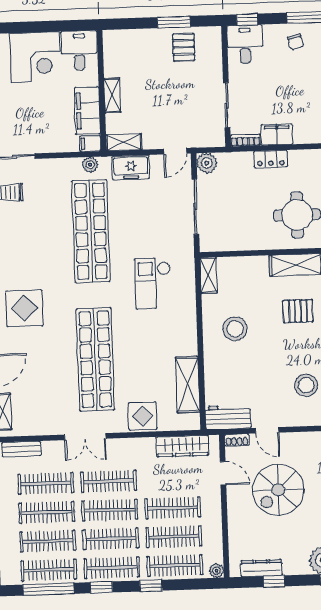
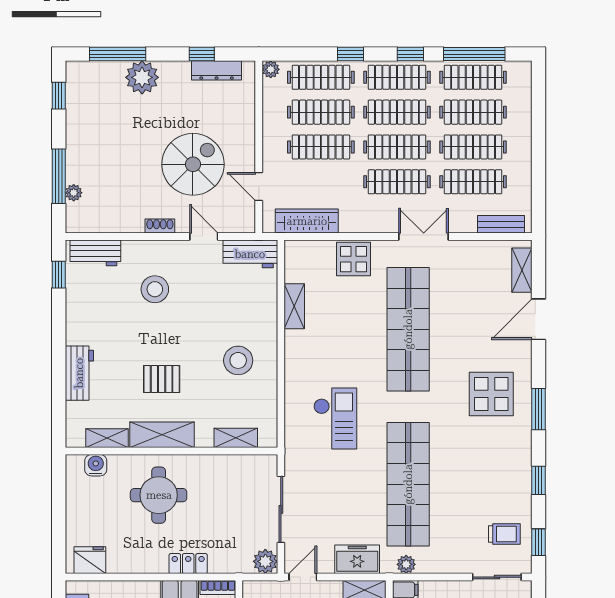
shelving: (209, 275) -> (236, 438), moved, turned 90
shelving: (188, 385) -> (294, 306), width x0.67, depth x0.75
shoe rack: (237, 440) -> (160, 226), moved

